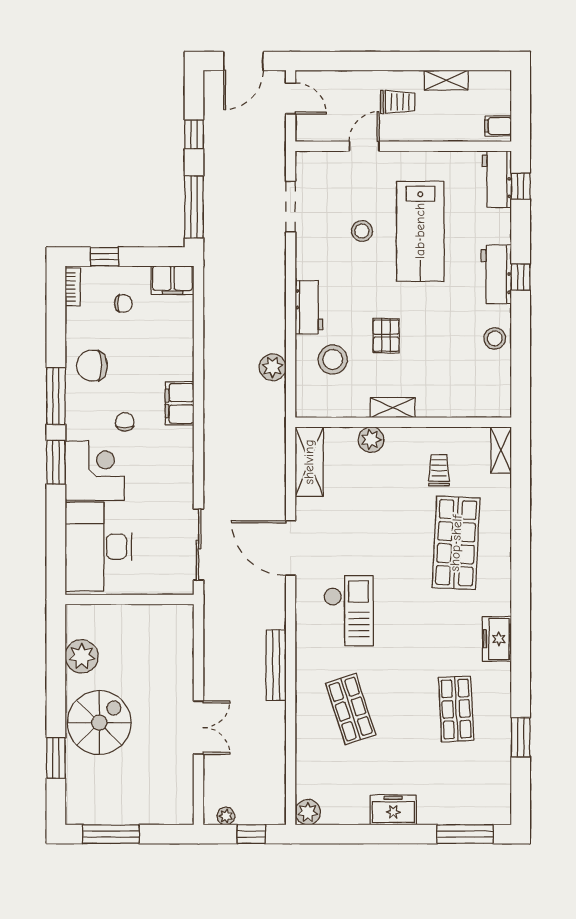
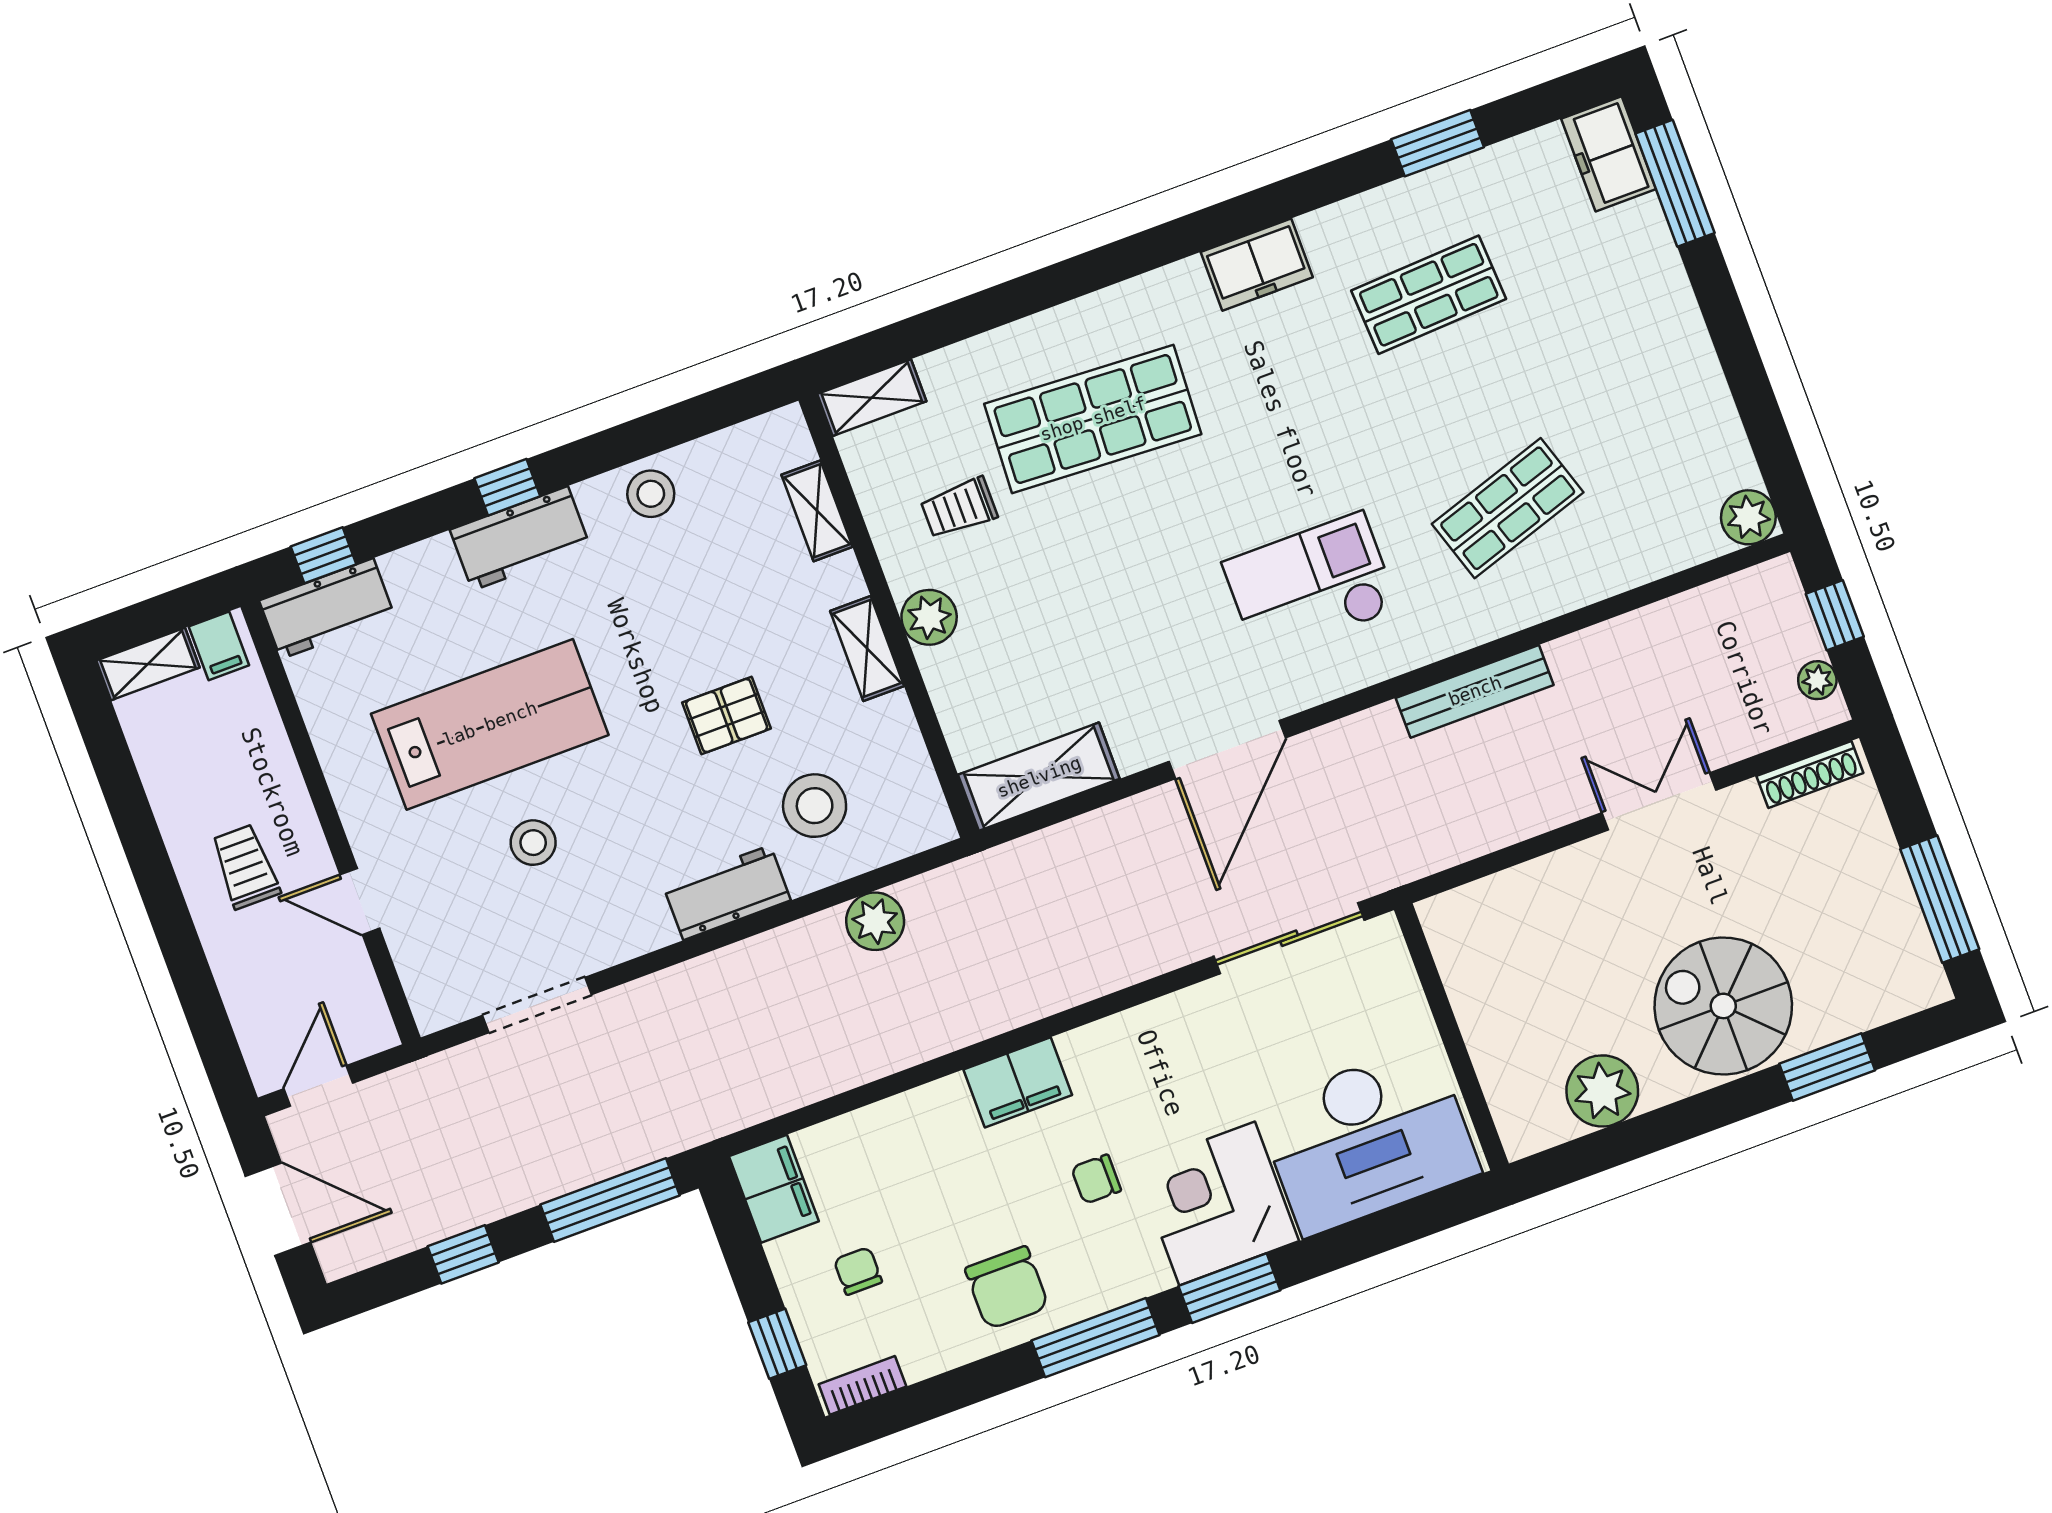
shelving: (446, 80) -> (148, 664), moved, turned 90
shelving: (461, 408) -> (817, 511), added
plant: (371, 440) -> (929, 617), moved
shoe rack: (186, 798) -> (1810, 775), added
freezer: (393, 810) -> (1609, 154), moved

